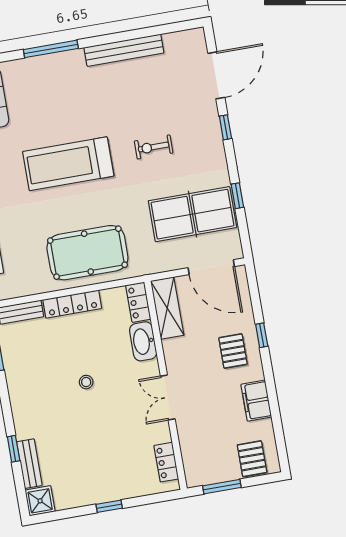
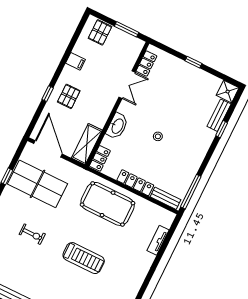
treadmill: (68, 164) -> (84, 258), width x0.73, depth x0.73
washbasin: (143, 341) -> (117, 126), moved
double door: (168, 397) -> (127, 85), moved
filing cabinet: (256, 401) -> (75, 61), width x0.50

